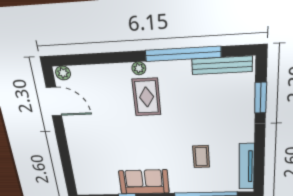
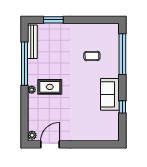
tv unit: (247, 166) -> (100, 28), removed

